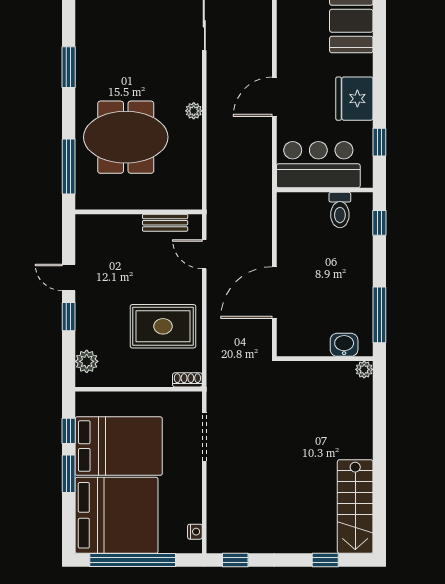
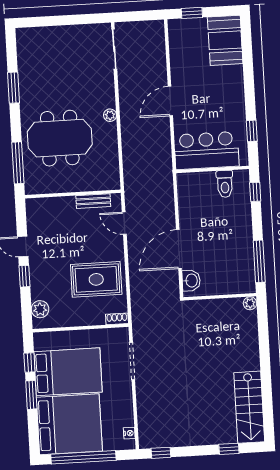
fridge: (354, 99) -> (231, 99), removed
washbasin: (344, 345) -> (191, 281), moved, turned 90

